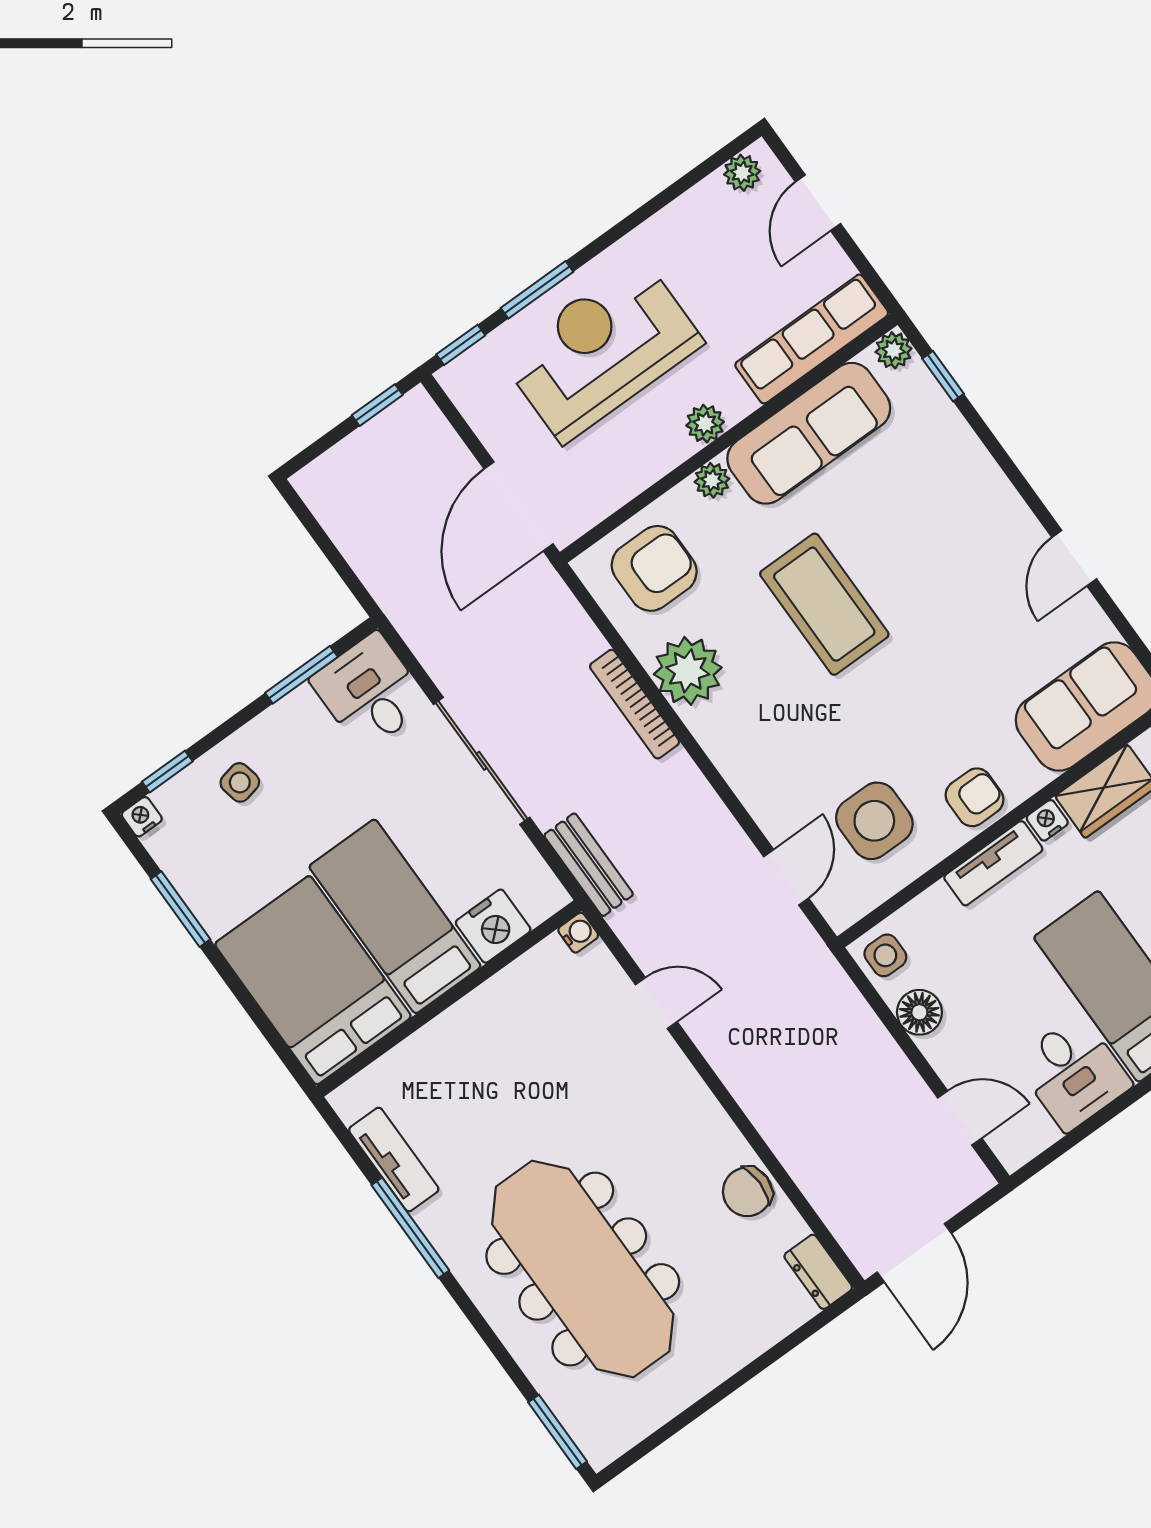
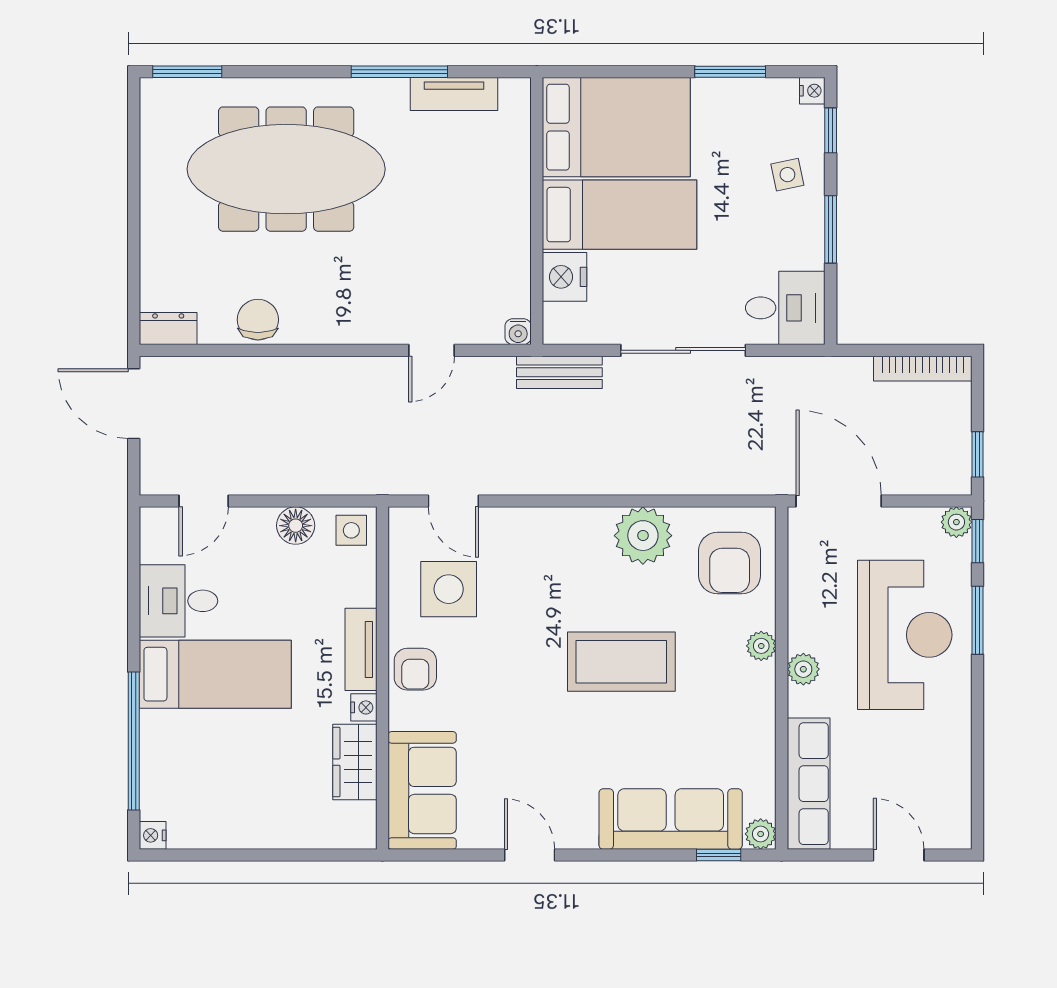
plant: (742, 173) -> (956, 522), moved
sofa: (809, 433) -> (671, 819), moved, turned 90
window: (301, 675) -> (831, 229), moved
bookcase: (635, 704) -> (923, 369), moved, turned 180

